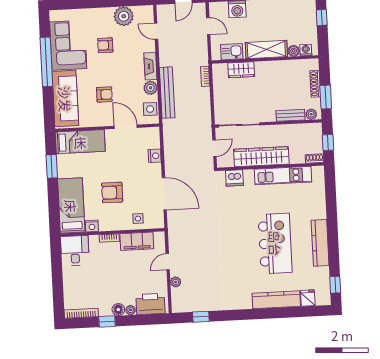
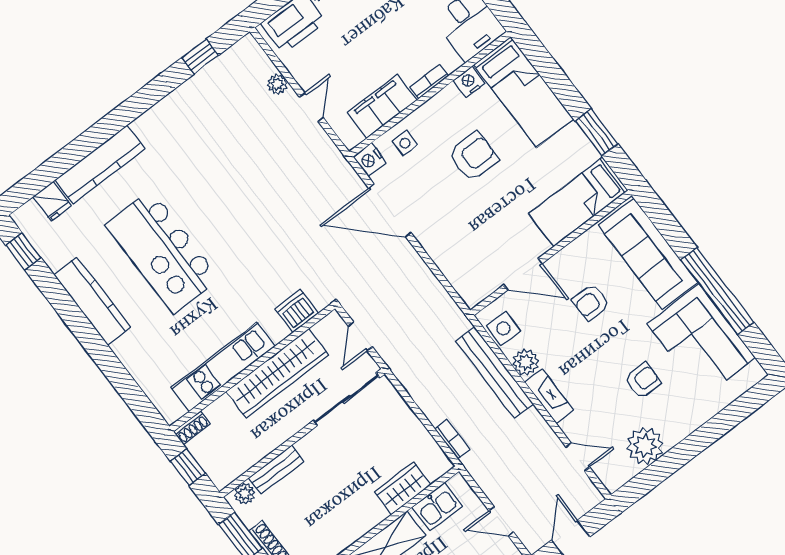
nightstand: (155, 156) -> (370, 160), moved

